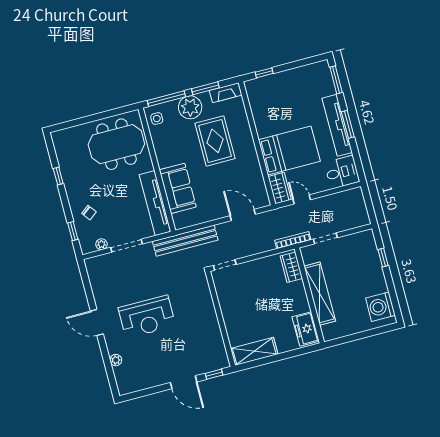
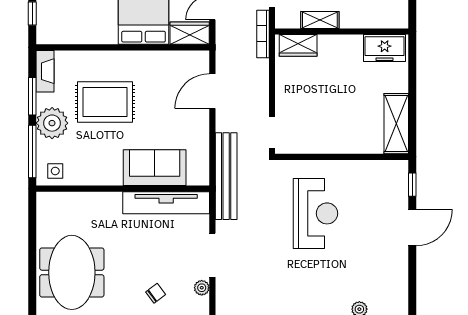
meeting table: (116, 144) -> (72, 272), moved
shelving: (320, 294) -> (320, 20), width x0.45, depth x0.75
reception desk: (147, 317) -> (315, 213), moved

